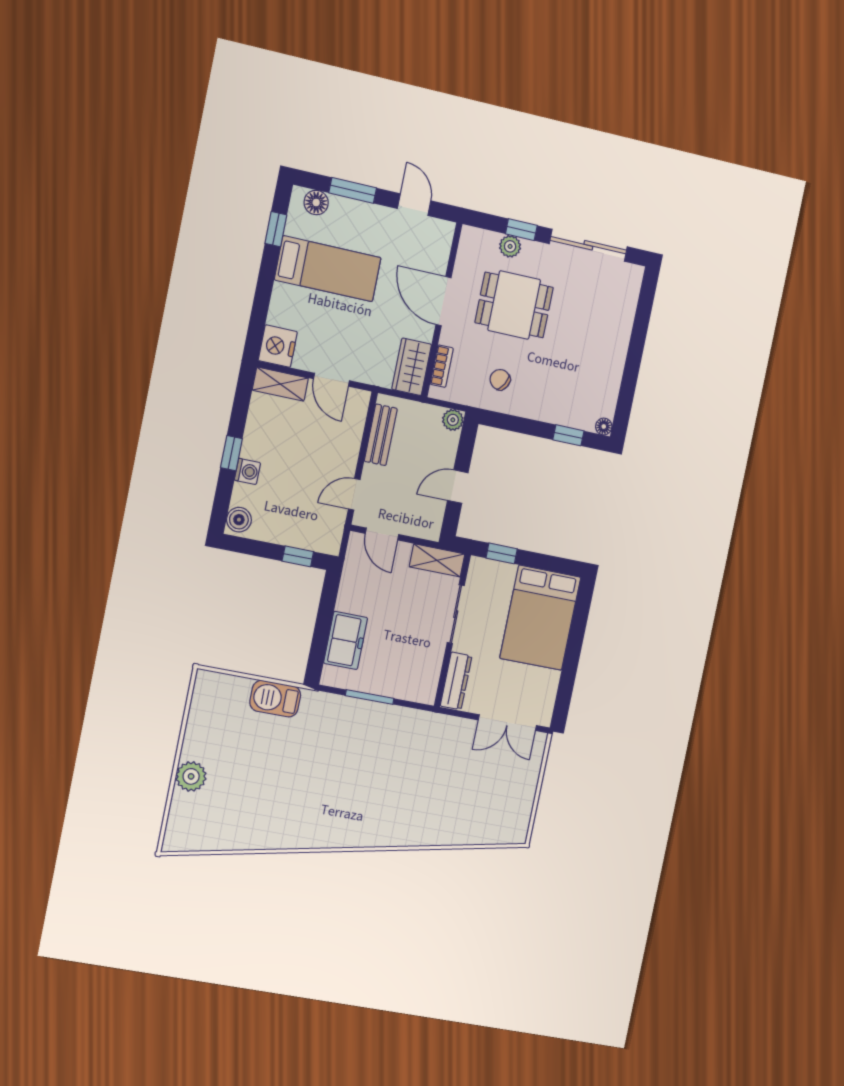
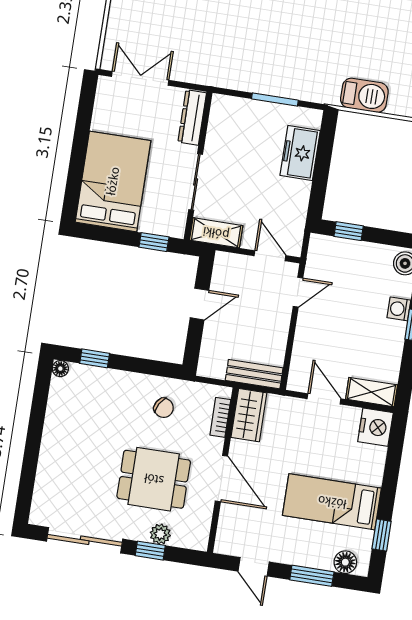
plant: (453, 420) -> (207, 367), removed
bench: (381, 435) -> (254, 374), moved, turned 90

